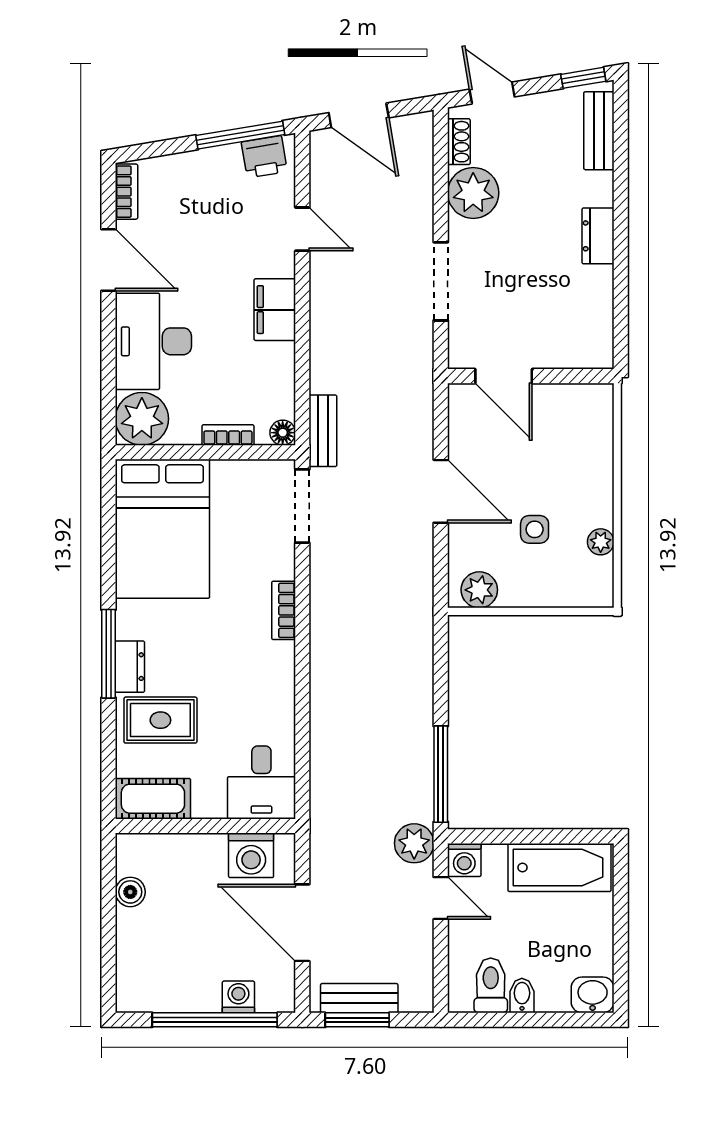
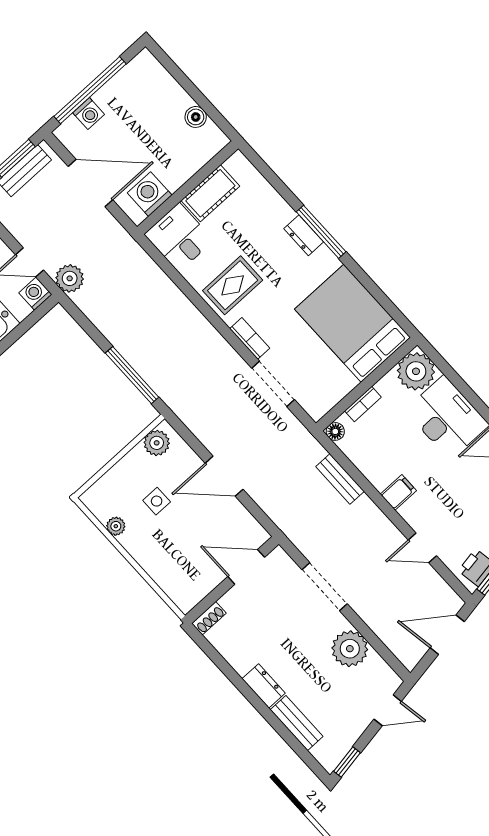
bench: (599, 131) -> (297, 723), moved
shoe rack: (459, 142) -> (209, 618), moved, turned -90
filing cabinet: (275, 310) -> (398, 492), width x0.50
bench: (323, 431) -> (340, 479), moved
doorway: (302, 506) -> (273, 384), moved
rug: (160, 720) -> (233, 285), moved
window: (441, 774) -> (132, 375), moved
cot: (153, 799) -> (210, 193), moved

